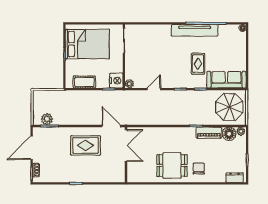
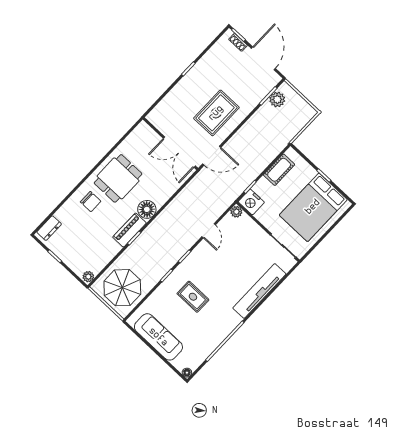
tv unit: (195, 30) -> (259, 291), moved
sofa: (226, 80) -> (158, 337), moved, turned -90
piano: (209, 133) -> (129, 230), moved
floor lamp: (229, 134) -> (147, 209), moved

